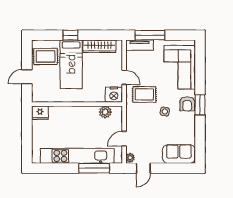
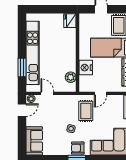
nightstand: (114, 95) -> (86, 68), moved
window: (94, 168) -> (22, 67), width x0.69
door: (143, 168) -> (22, 110), swing flipped

